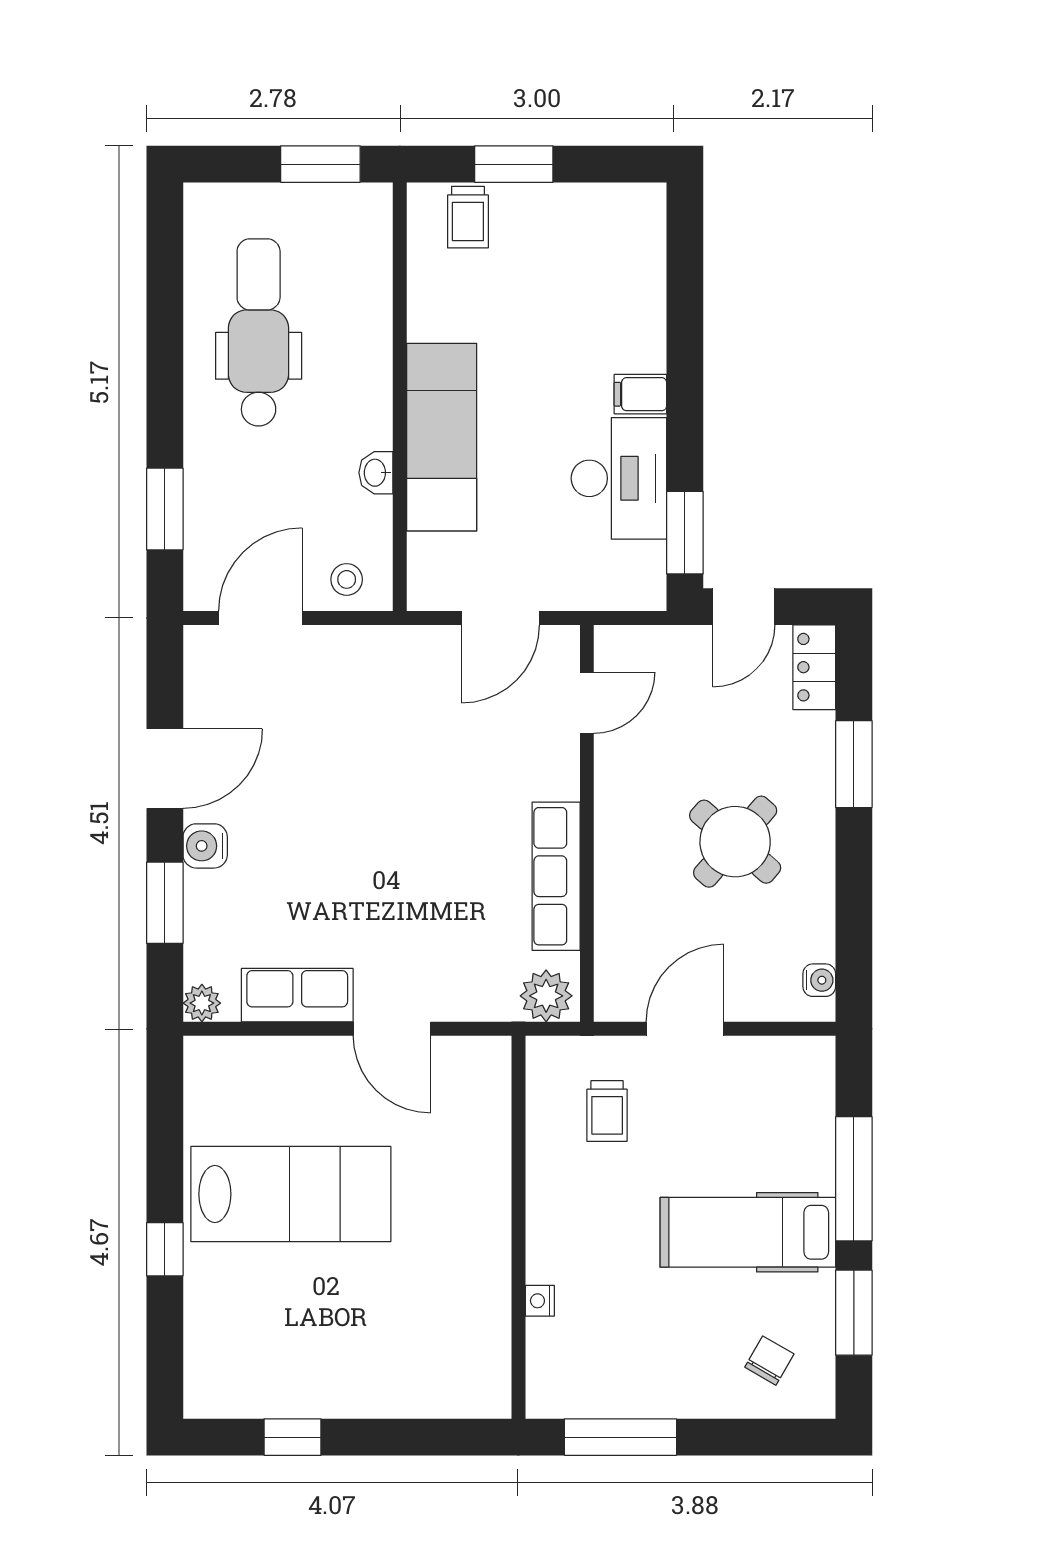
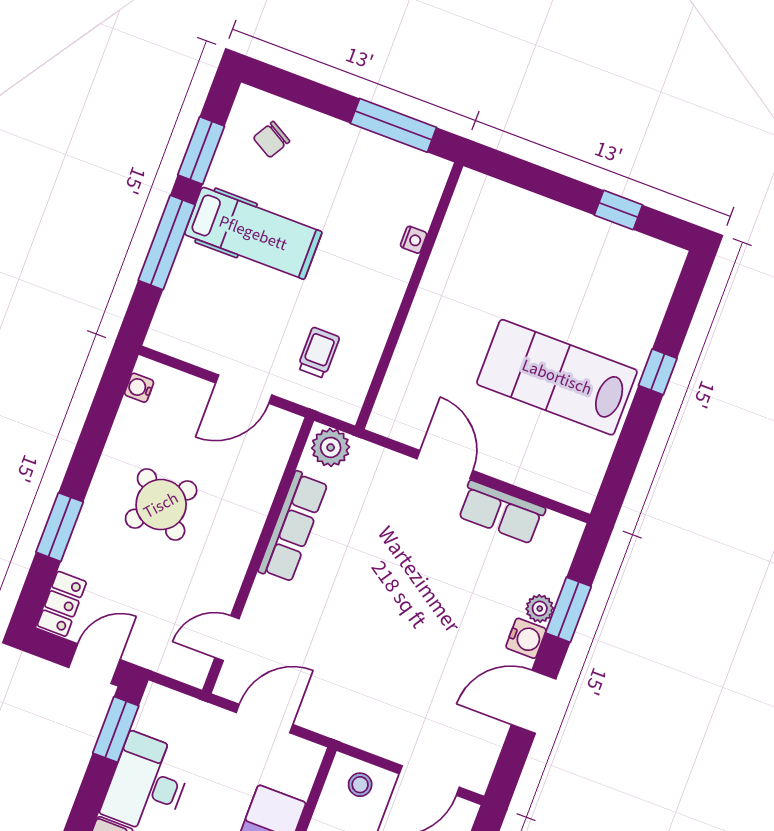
plant: (202, 1003) -> (540, 609), moved

